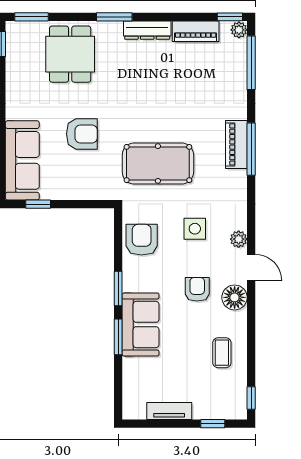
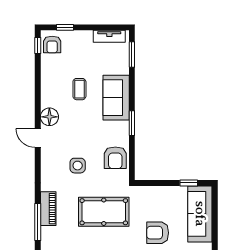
piano: (236, 144) -> (48, 209), moved
plant: (239, 239) -> (47, 158), removed
armchair: (197, 289) -> (52, 45), moved
window: (118, 337) -> (132, 55), moved
coffee table: (222, 353) -> (79, 89), moved
tv unit: (169, 411) -> (109, 36), moved

